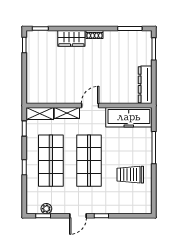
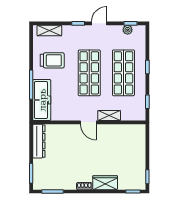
door: (90, 106) -> (88, 122), hinge flipped
shelving: (40, 114) -> (49, 31), moved
freezer: (129, 117) -> (42, 100), moved, turned 90

